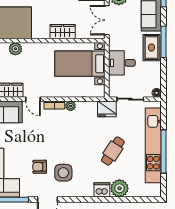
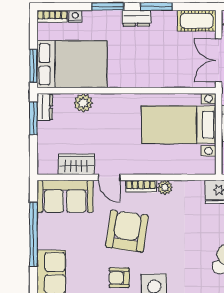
wardrobe: (63, 32) -> (153, 77), removed
armchair: (45, 135) -> (127, 231), added

